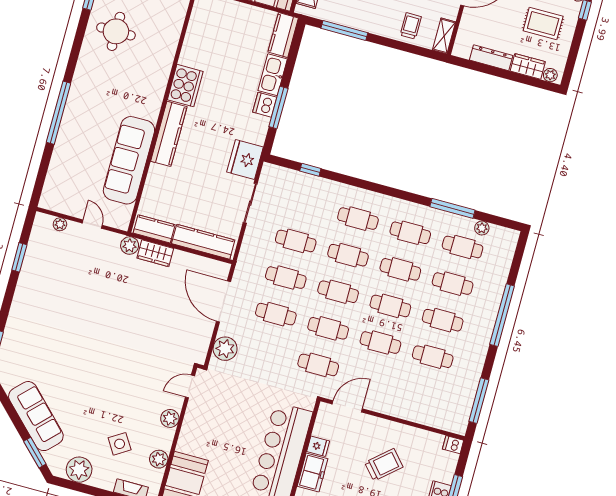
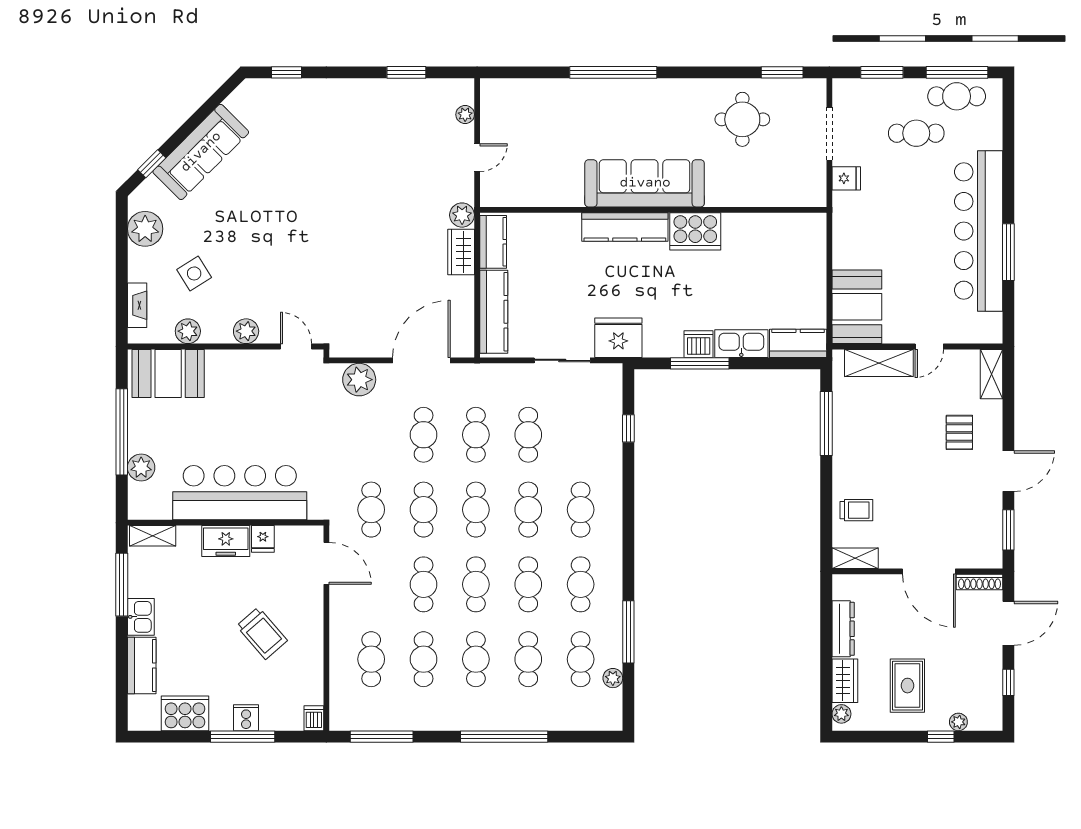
sofa: (129, 160) -> (645, 183), moved
cafe table: (423, 393) -> (371, 659), added
window: (35, 453) -> (152, 164), width x0.67

